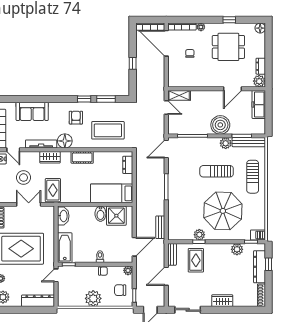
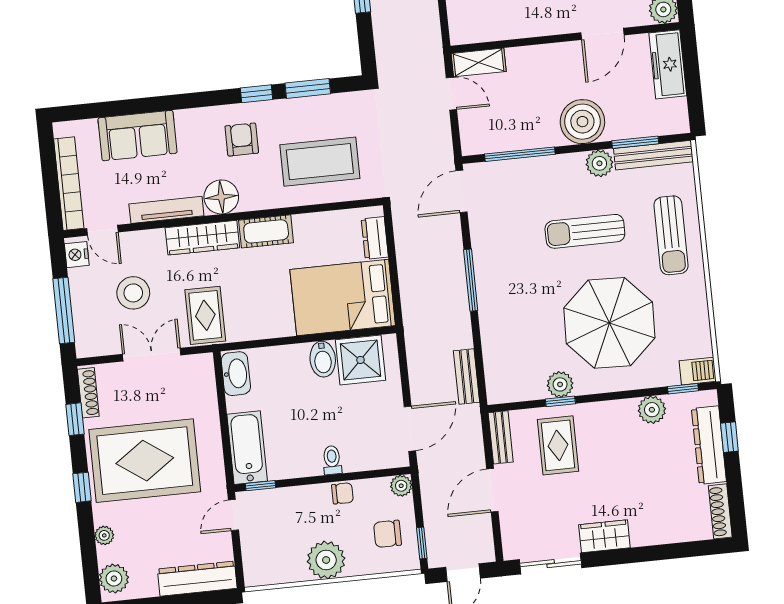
wardrobe: (50, 157) -> (202, 238), width x1.50
bed: (112, 193) -> (343, 298), width x1.50
wardrobe: (222, 301) -> (604, 536), moved

